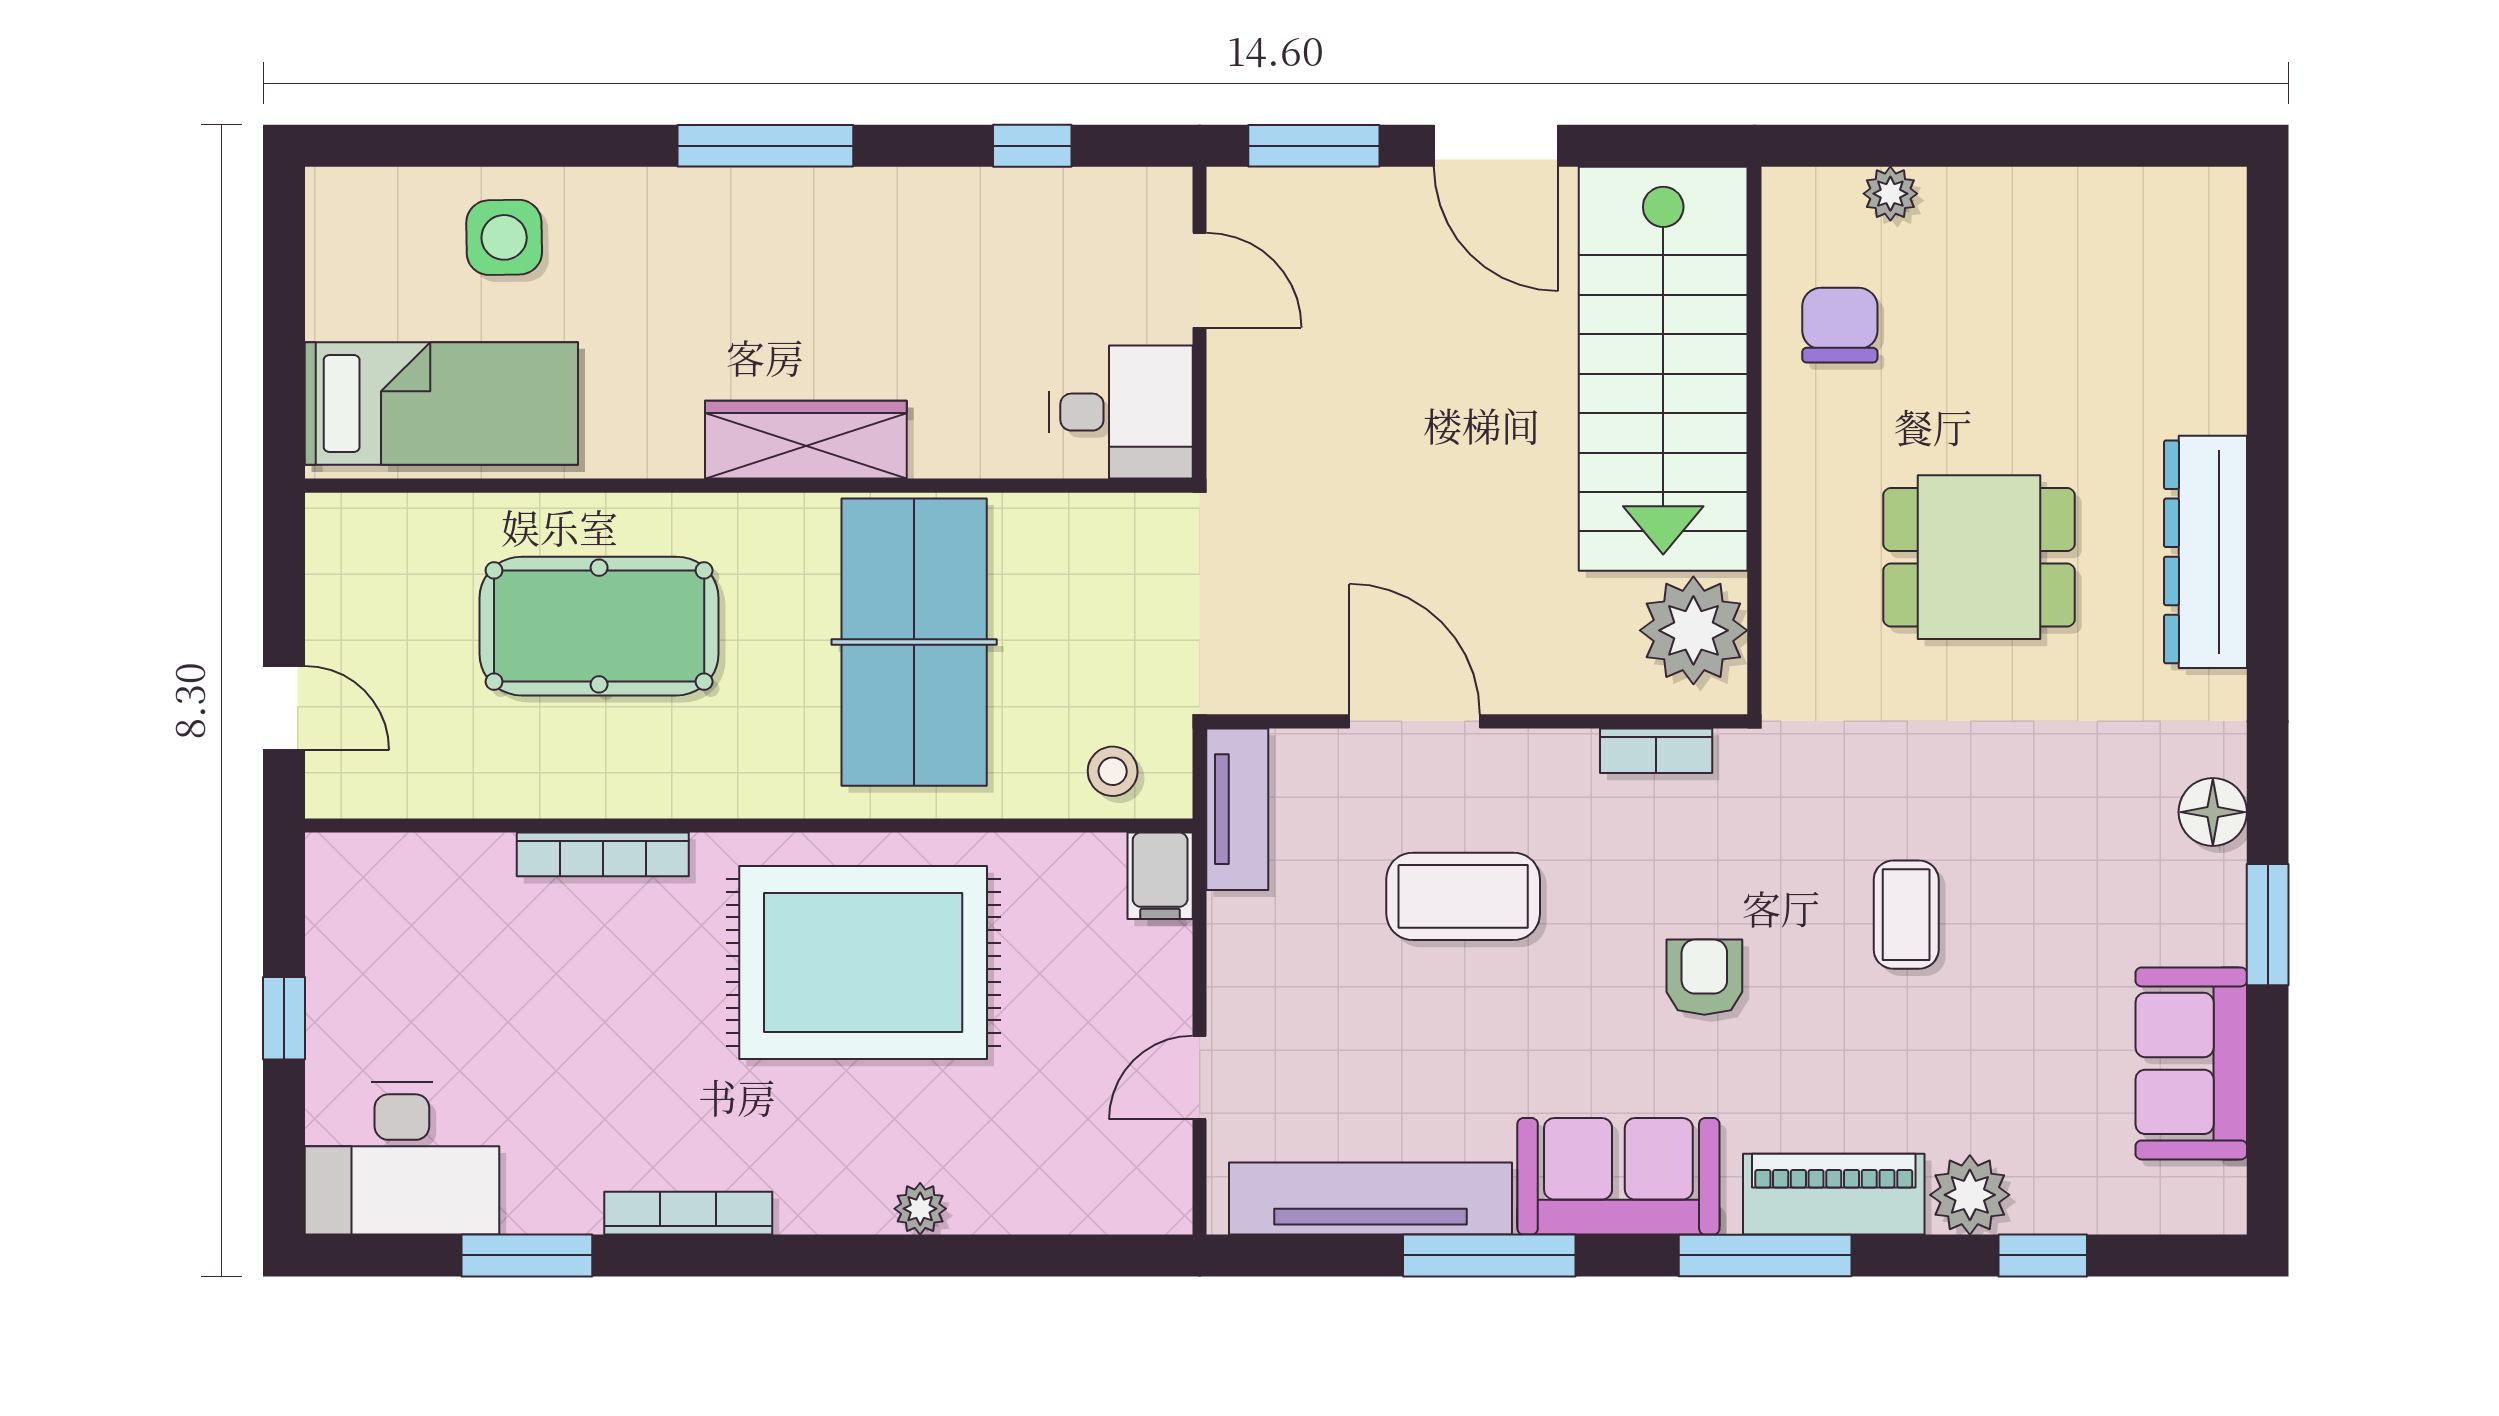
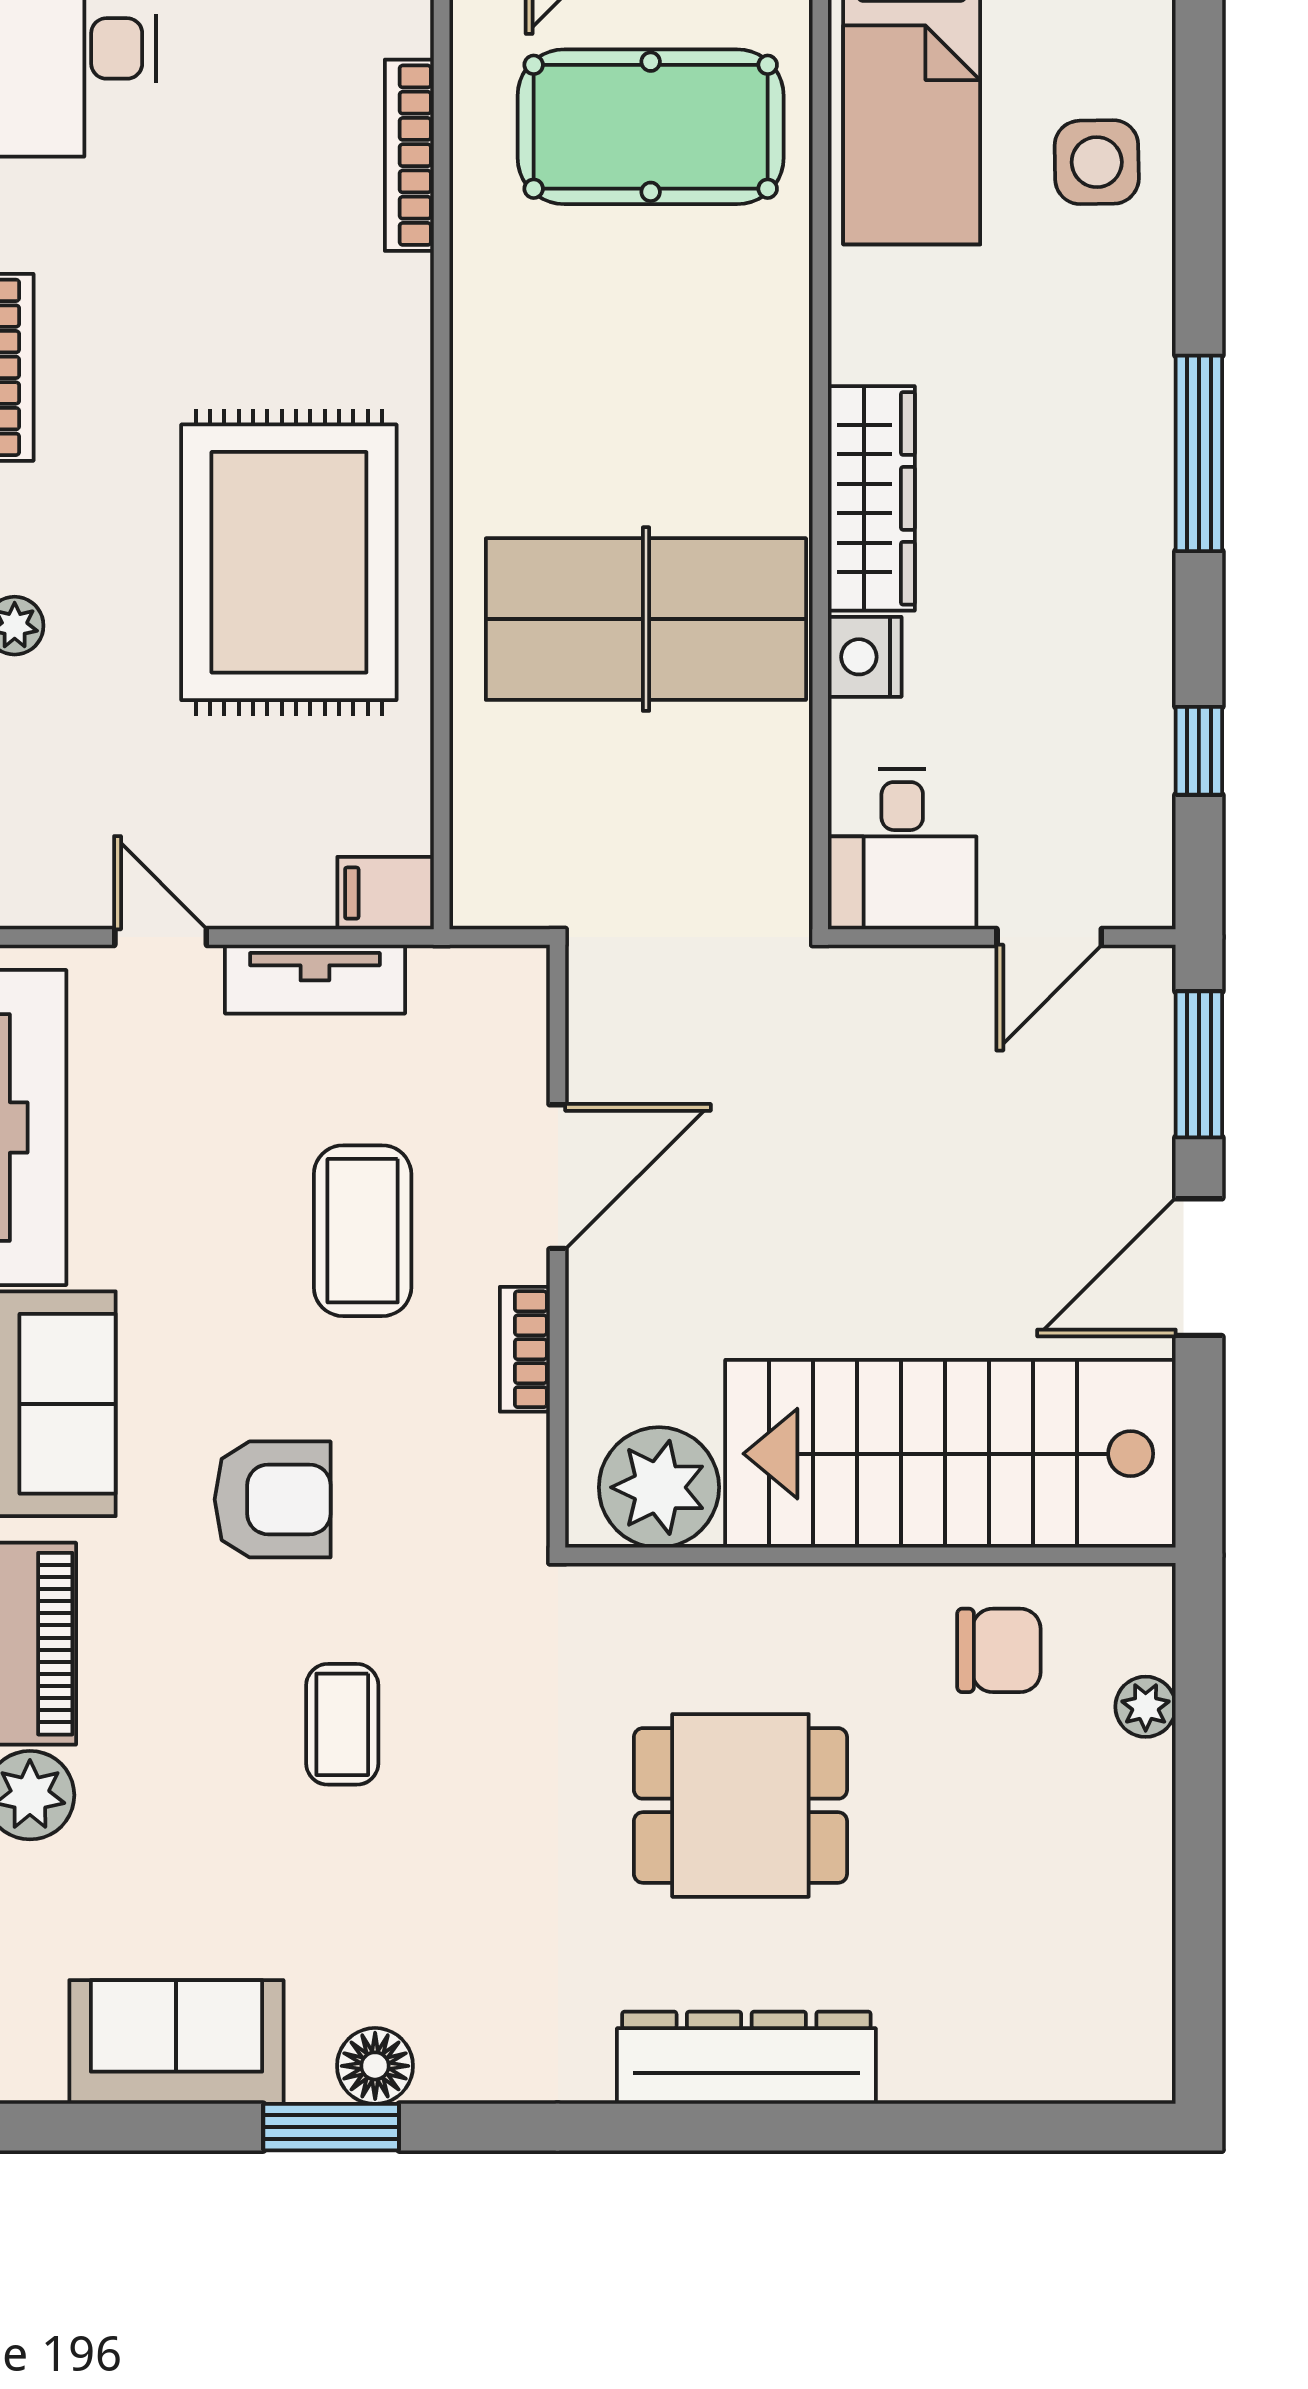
nightstand: (948, 446) -> (865, 657), added
dining table: (1979, 557) -> (740, 1805), turned 90
pool table: (599, 626) -> (651, 127), moved, turned 90
bookcase: (1656, 751) -> (525, 1349), moved
stool: (1113, 771) -> (502, 840), removed
tv unit: (1237, 809) -> (315, 979), moved
floor lamp: (2213, 812) -> (375, 2066), moved
bookcase: (603, 854) -> (409, 155), moved
coffee table: (1906, 915) -> (342, 1724), turned 90
armchair: (1704, 977) -> (273, 1499), width x1.38, depth x1.38

